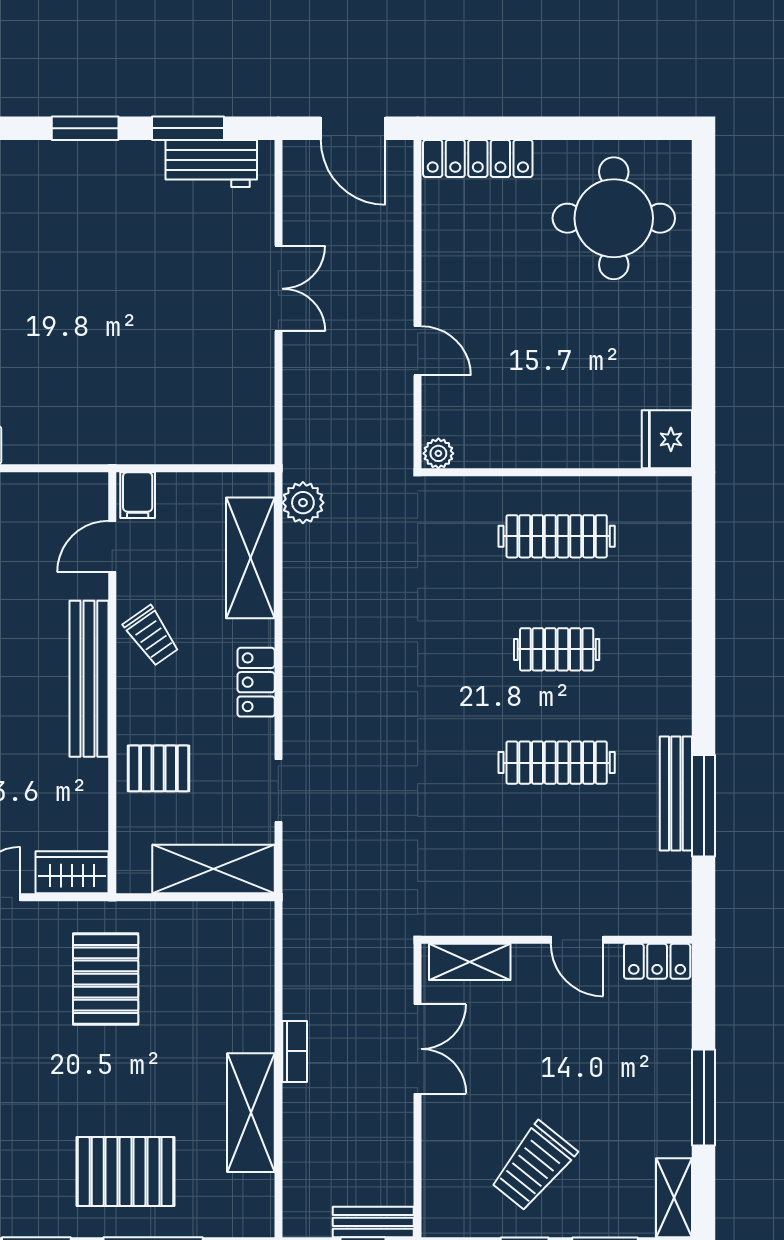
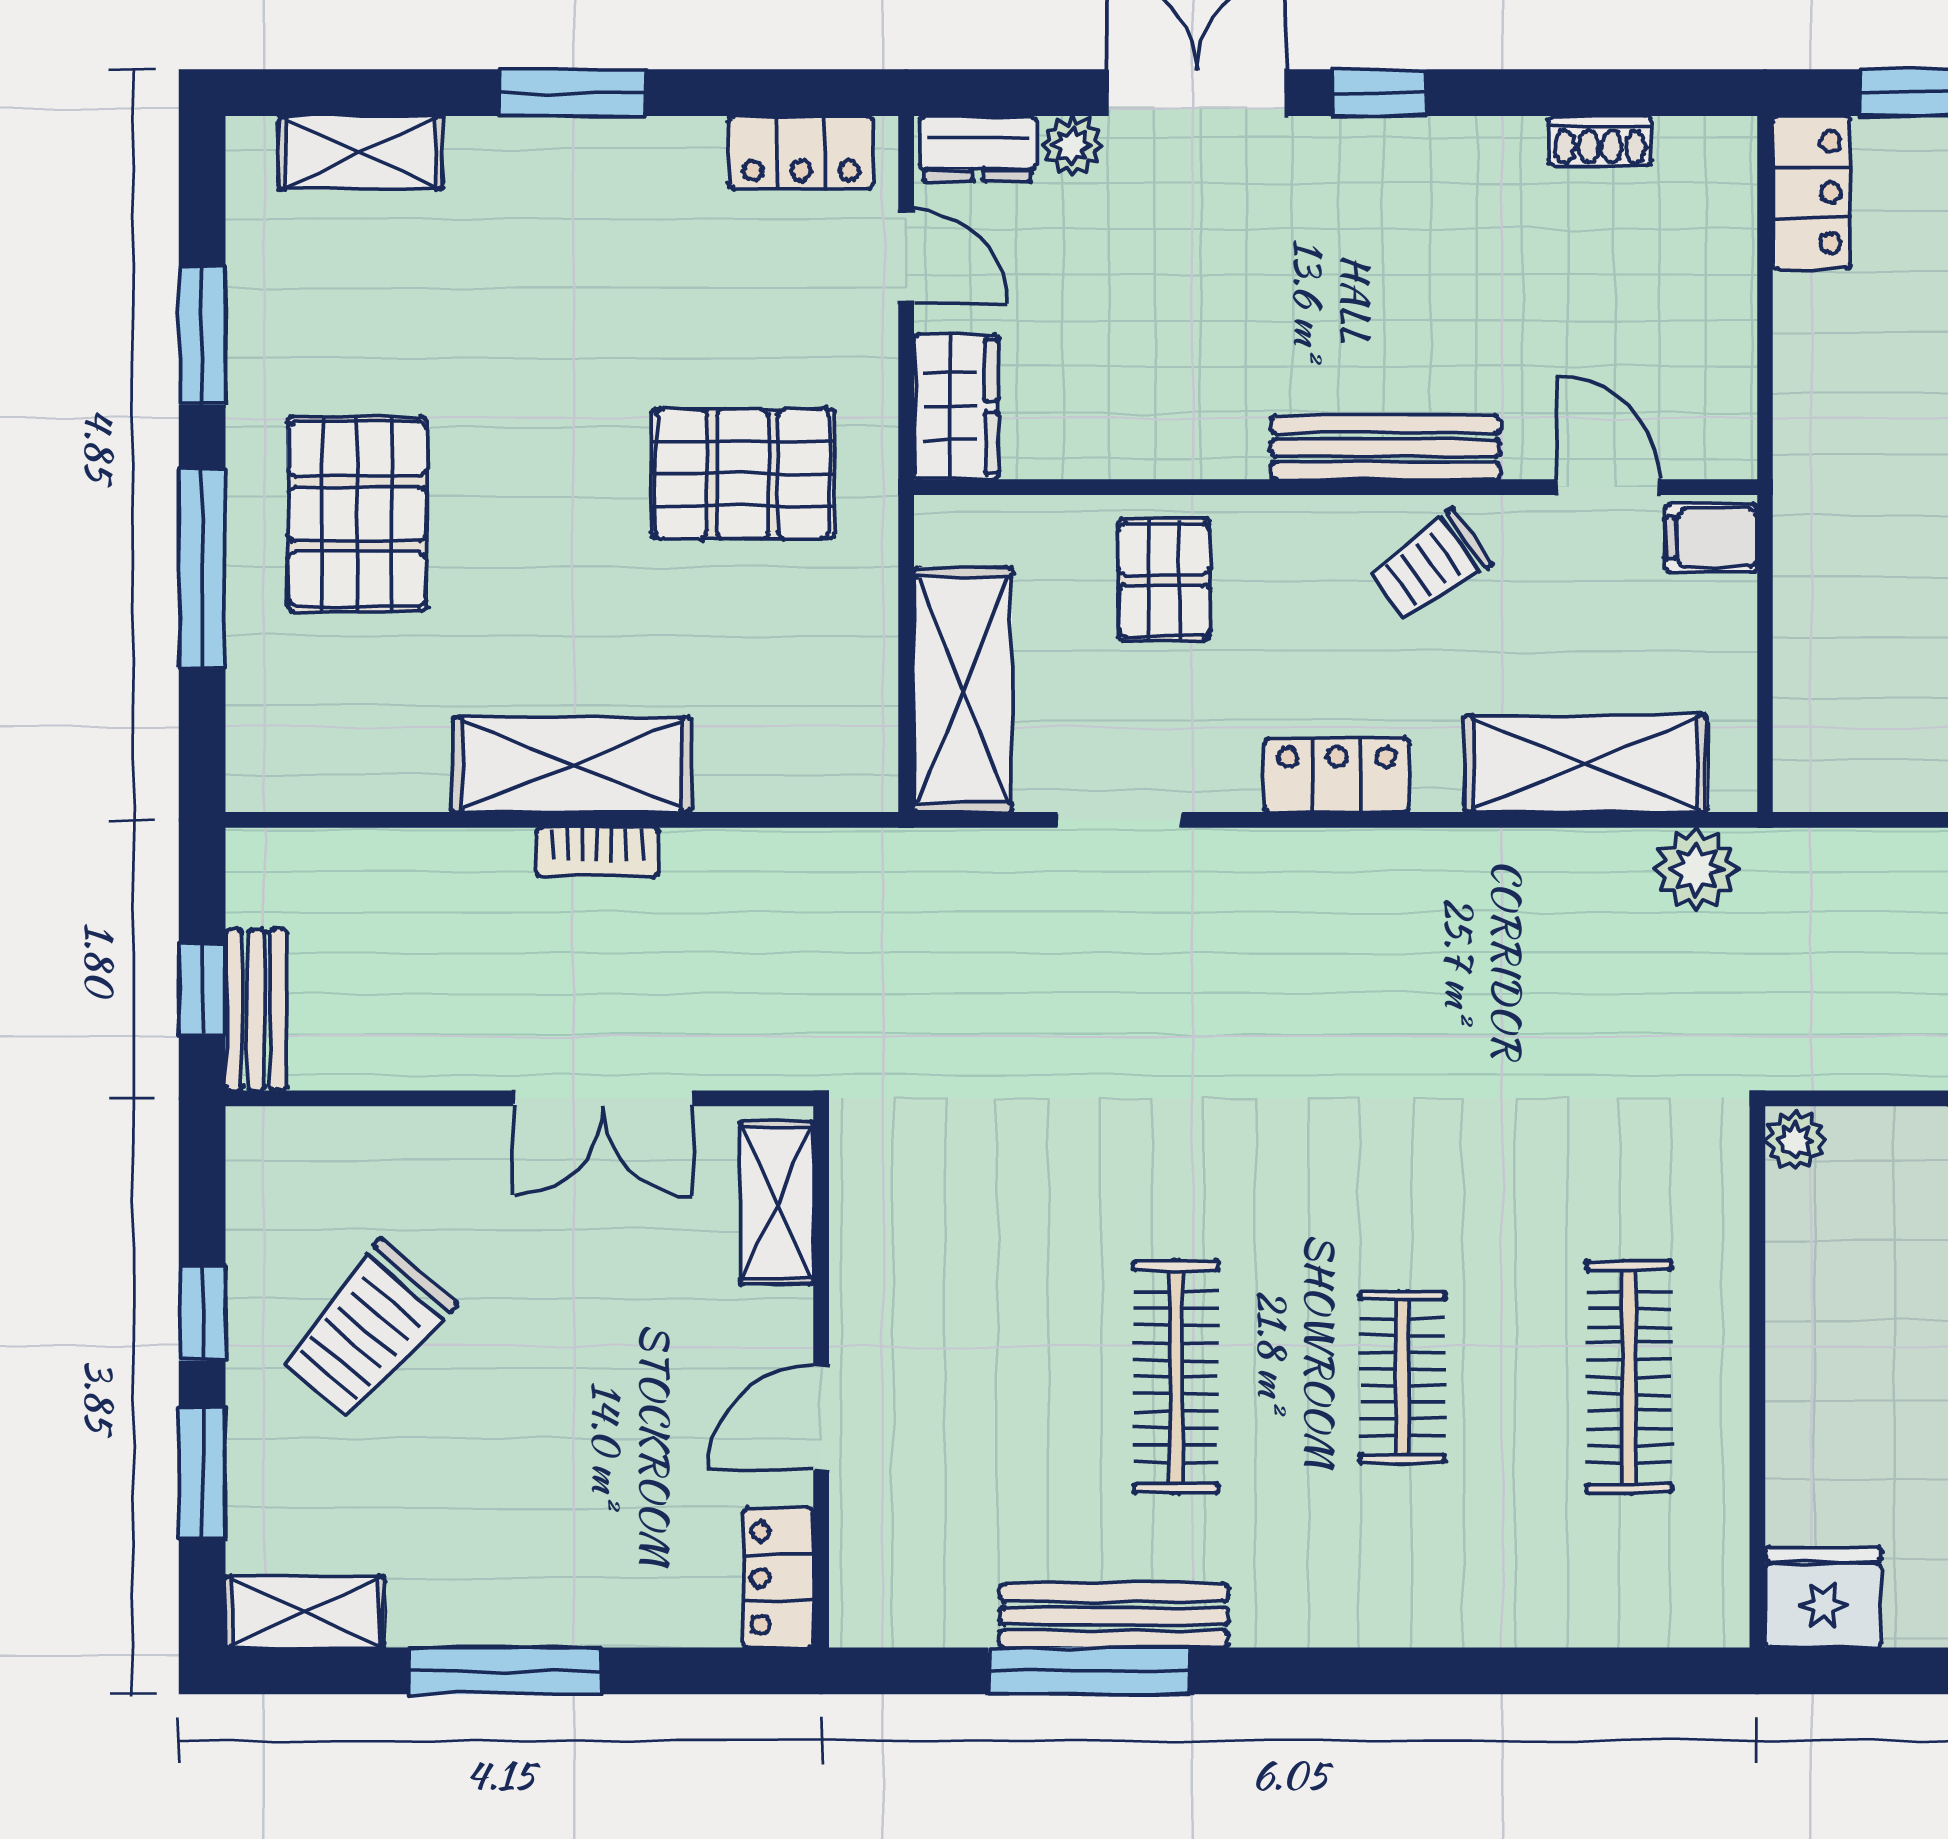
bench: (89, 679) -> (1386, 447), width x0.73, depth x0.82
shelving: (251, 1113) -> (572, 765), moved
trolley: (533, 1166) -> (368, 1330), turned -88

